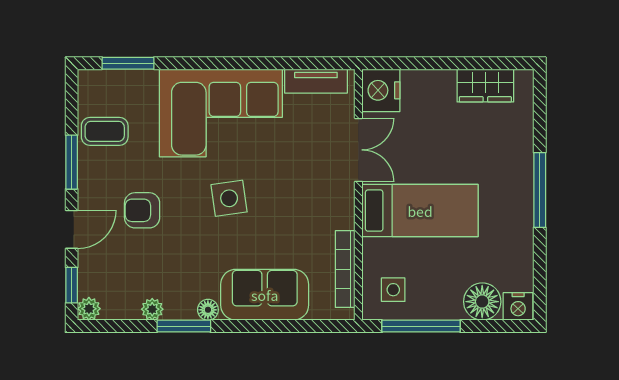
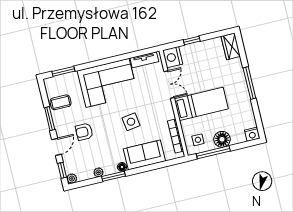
window: (433, 63) -> (192, 41), added
wardrobe: (485, 86) -> (231, 46), moved, turned 90
side table: (229, 198) -> (131, 122), moved
floor lamp: (482, 302) -> (222, 139), moved

